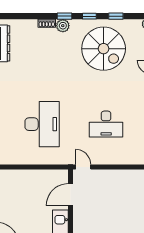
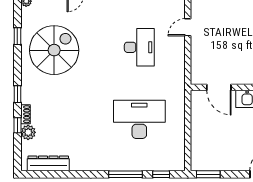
window: (89, 16) -> (17, 125), moved
plant: (63, 26) -> (28, 132), moved
door: (83, 167) -> (188, 27), moved

